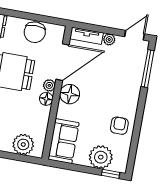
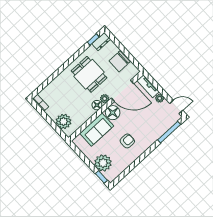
armchair: (119, 126) -> (127, 141), moved
sofa: (64, 141) -> (97, 130), moved

